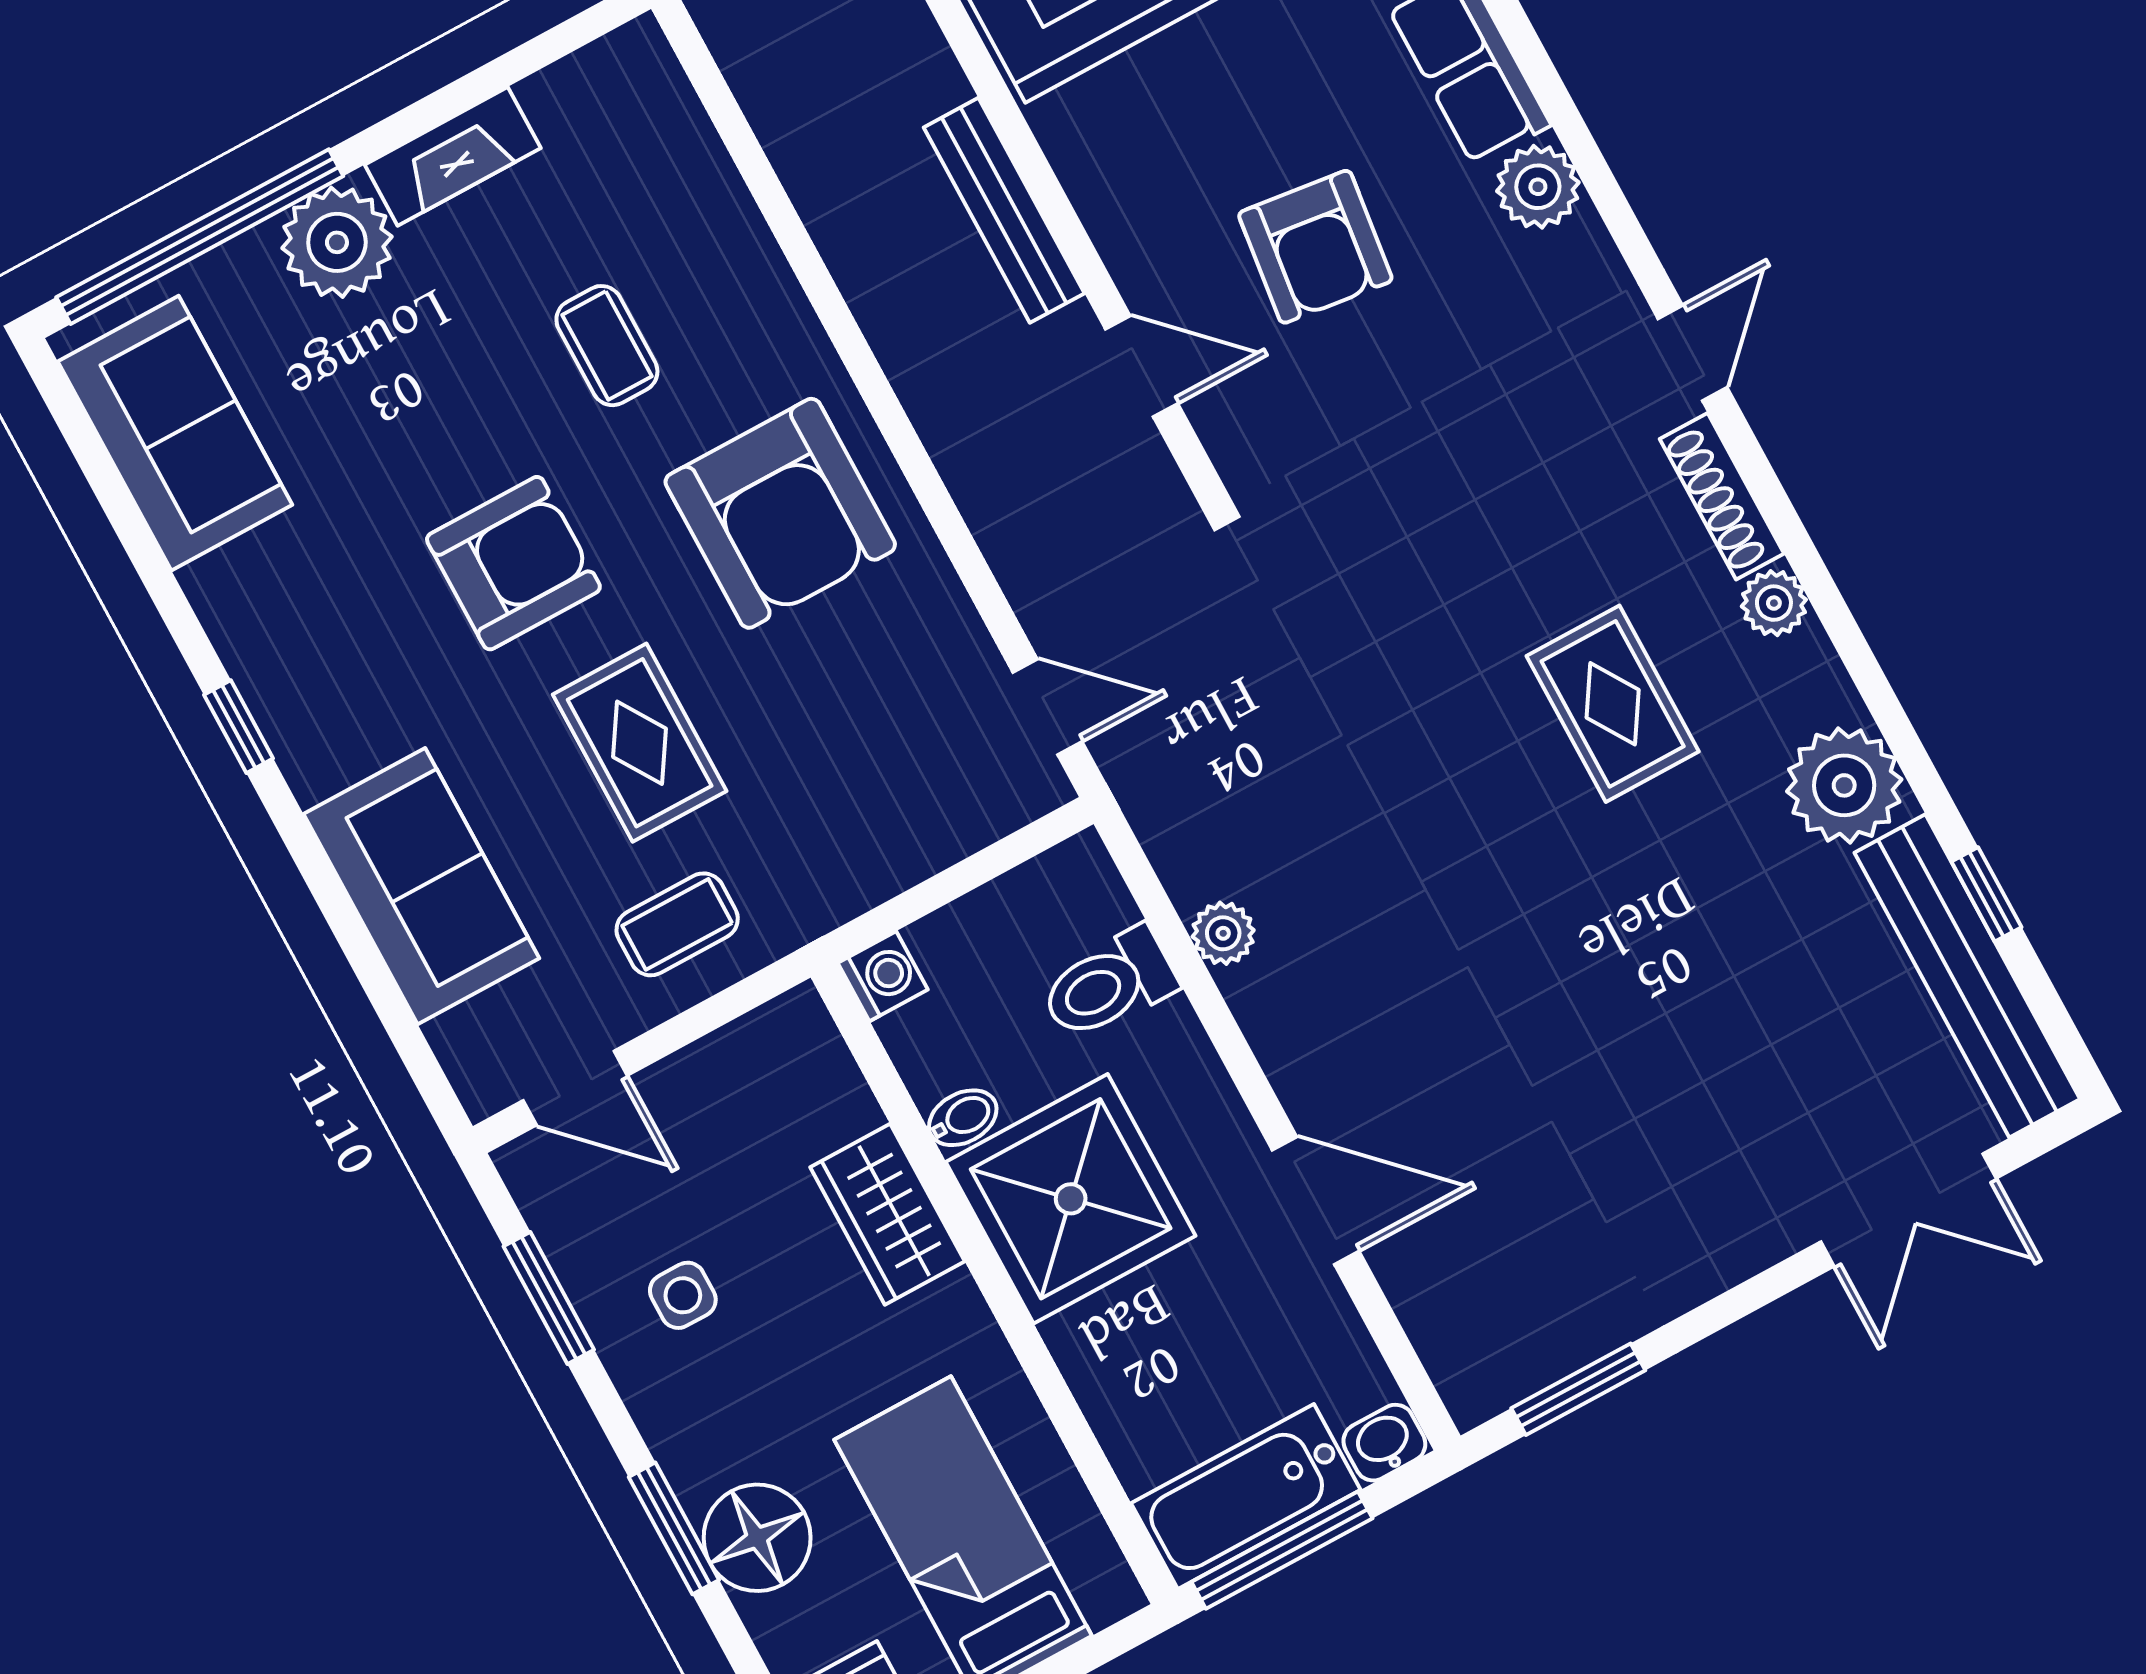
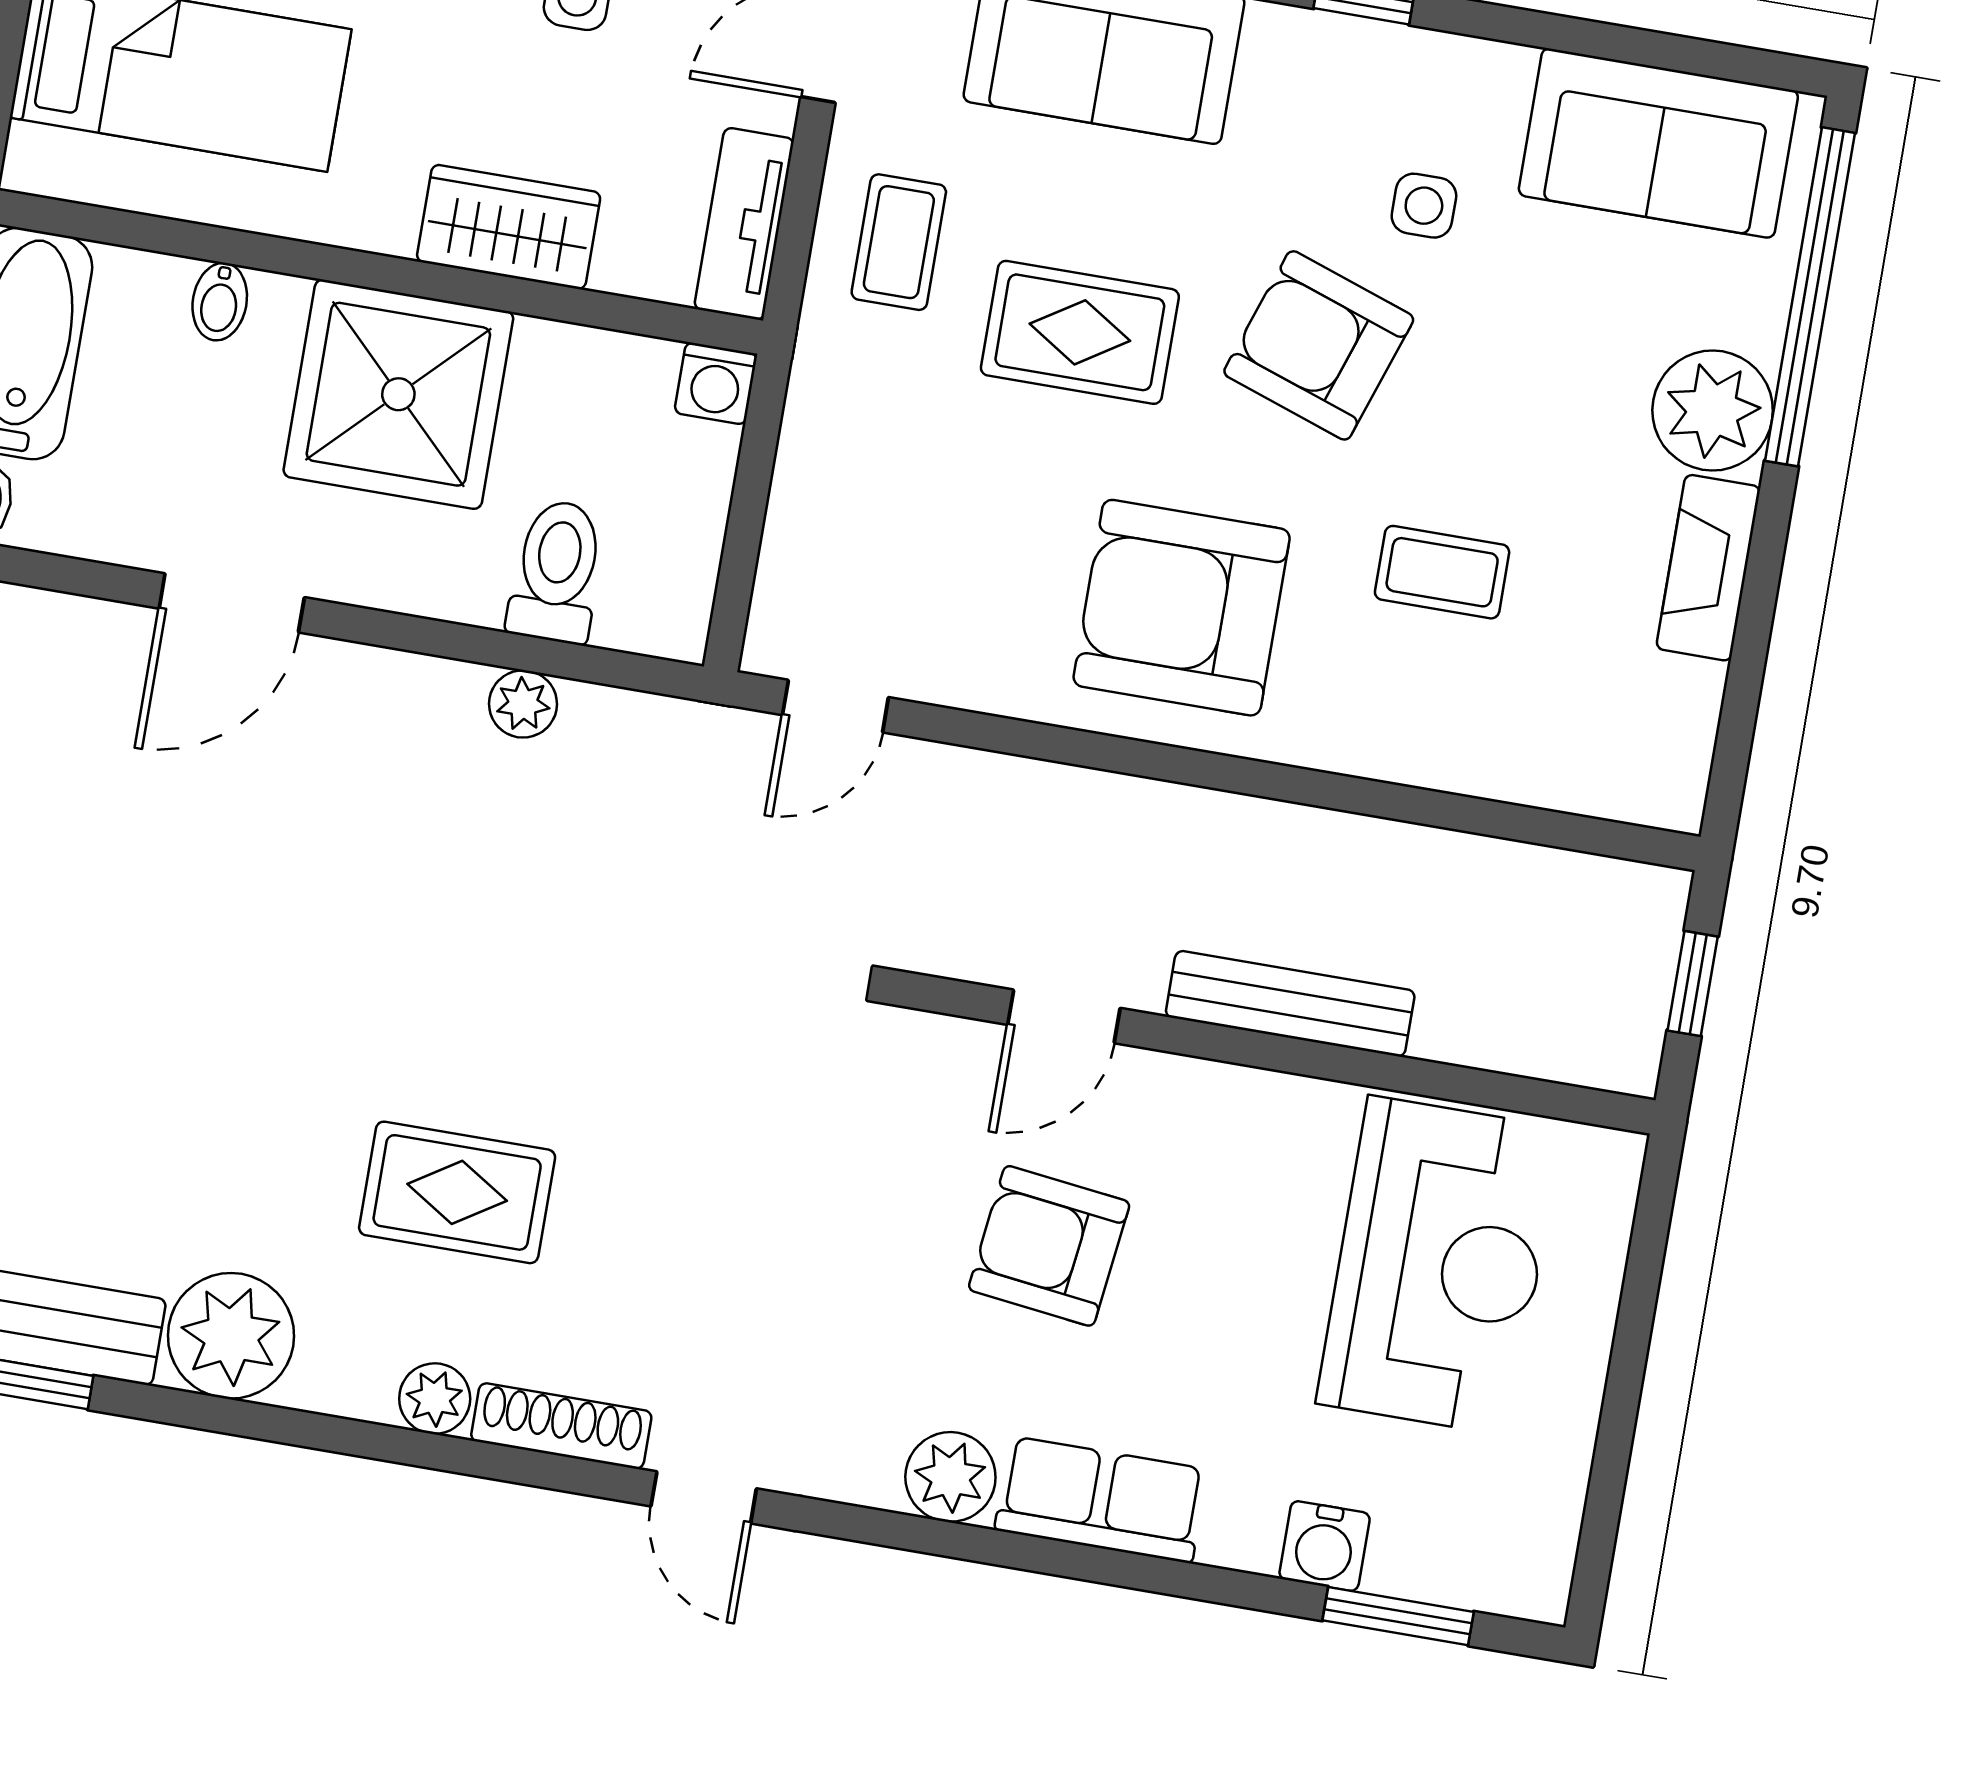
armchair: (513, 563) -> (1319, 345), turned 109
side table: (353, 567) -> (1424, 206), added
tv unit: (752, 1046) -> (744, 224), added
bidet: (963, 1118) -> (220, 302), moved

